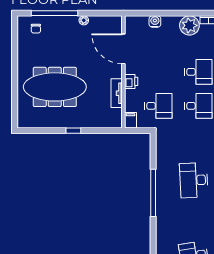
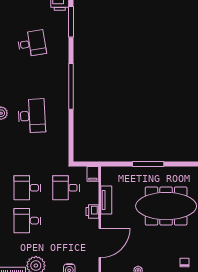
door: (123, 49) -> (100, 243), hinge flipped
window: (73, 131) -> (148, 164), width x2.17
window: (153, 193) -> (71, 86), moved

